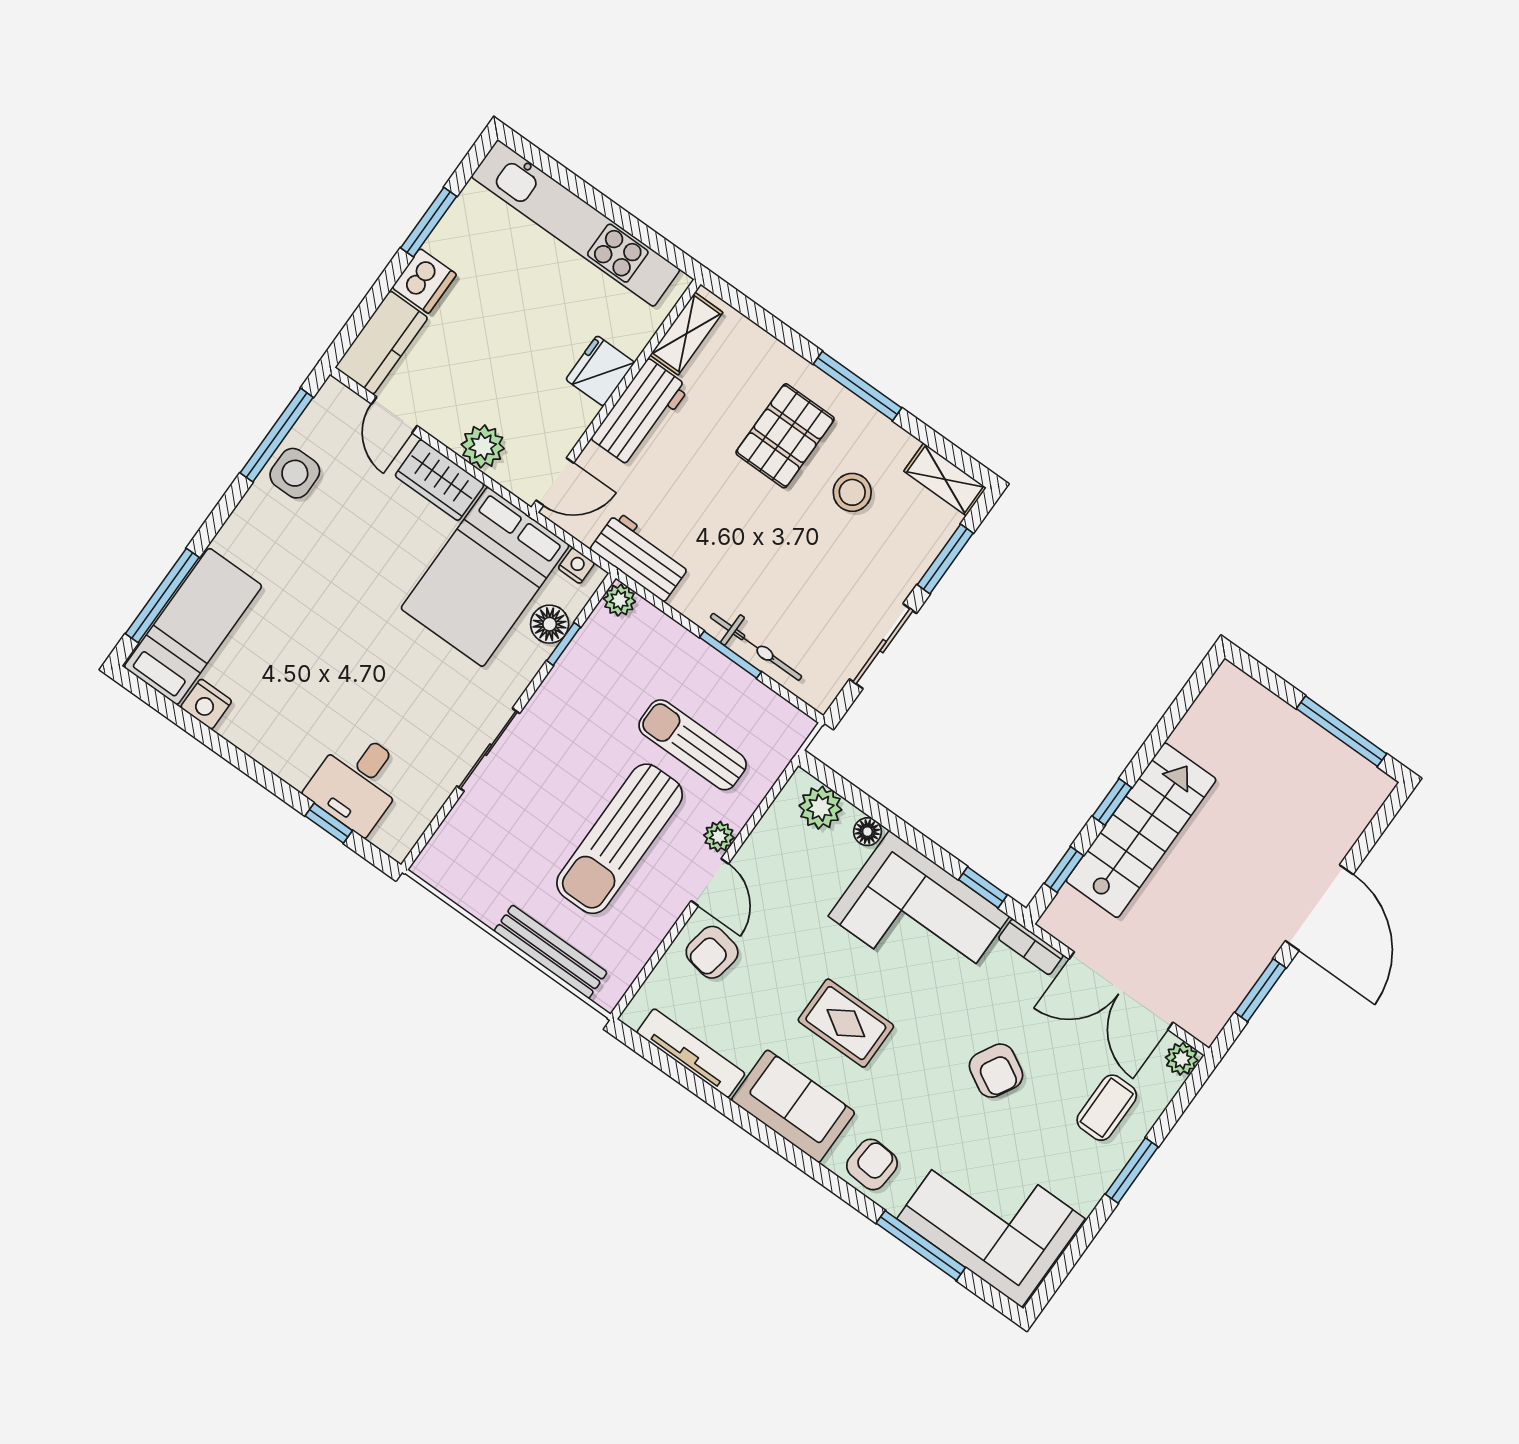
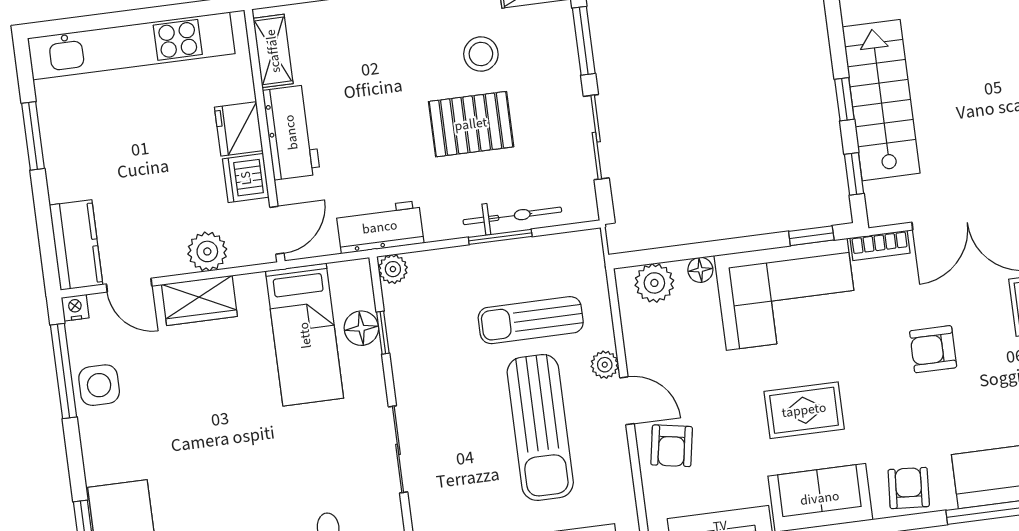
dishwasher: (424, 281) -> (246, 178), moved, turned 180
pallet: (785, 436) -> (471, 124), moved, turned 90
nightstand: (576, 566) -> (75, 308), moved
bed: (485, 577) -> (305, 335), width x0.67
armchair: (996, 1071) -> (933, 349), turned 151

